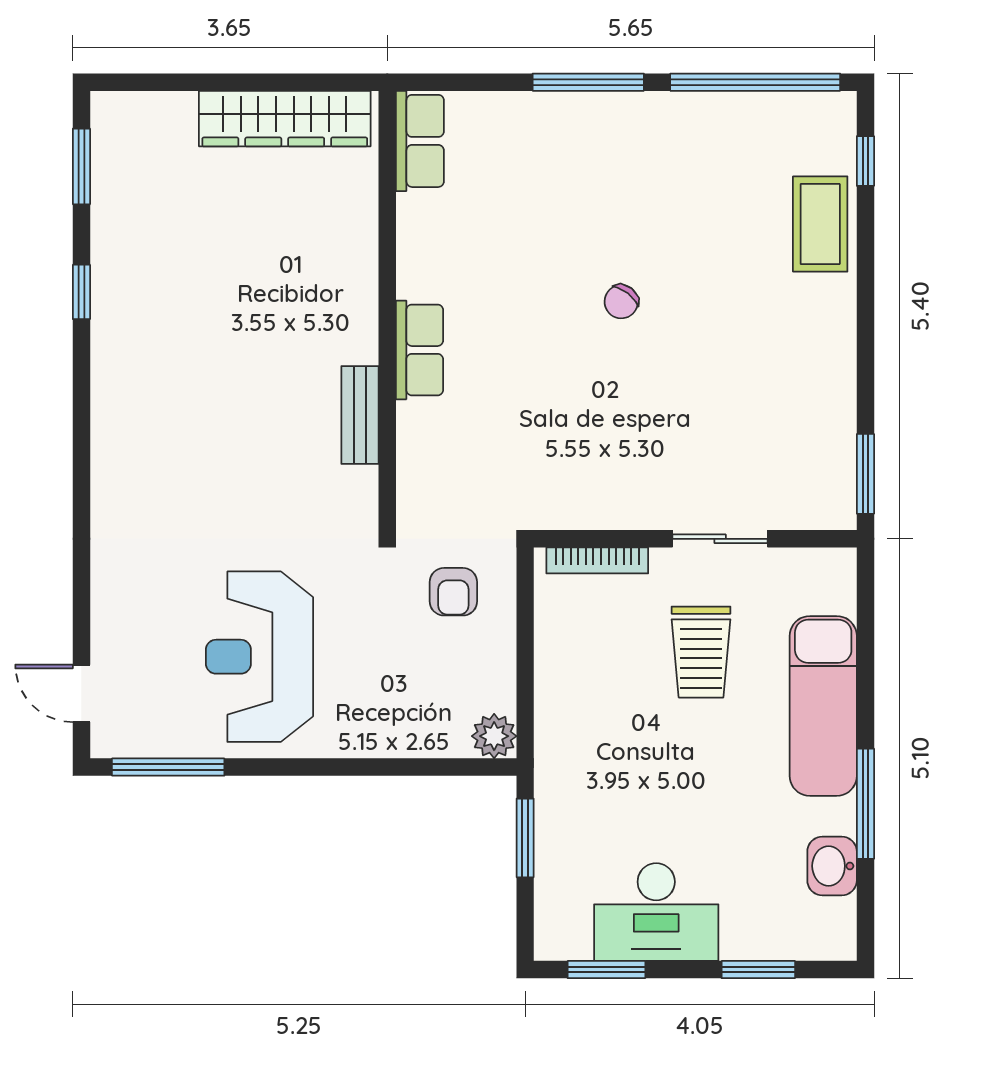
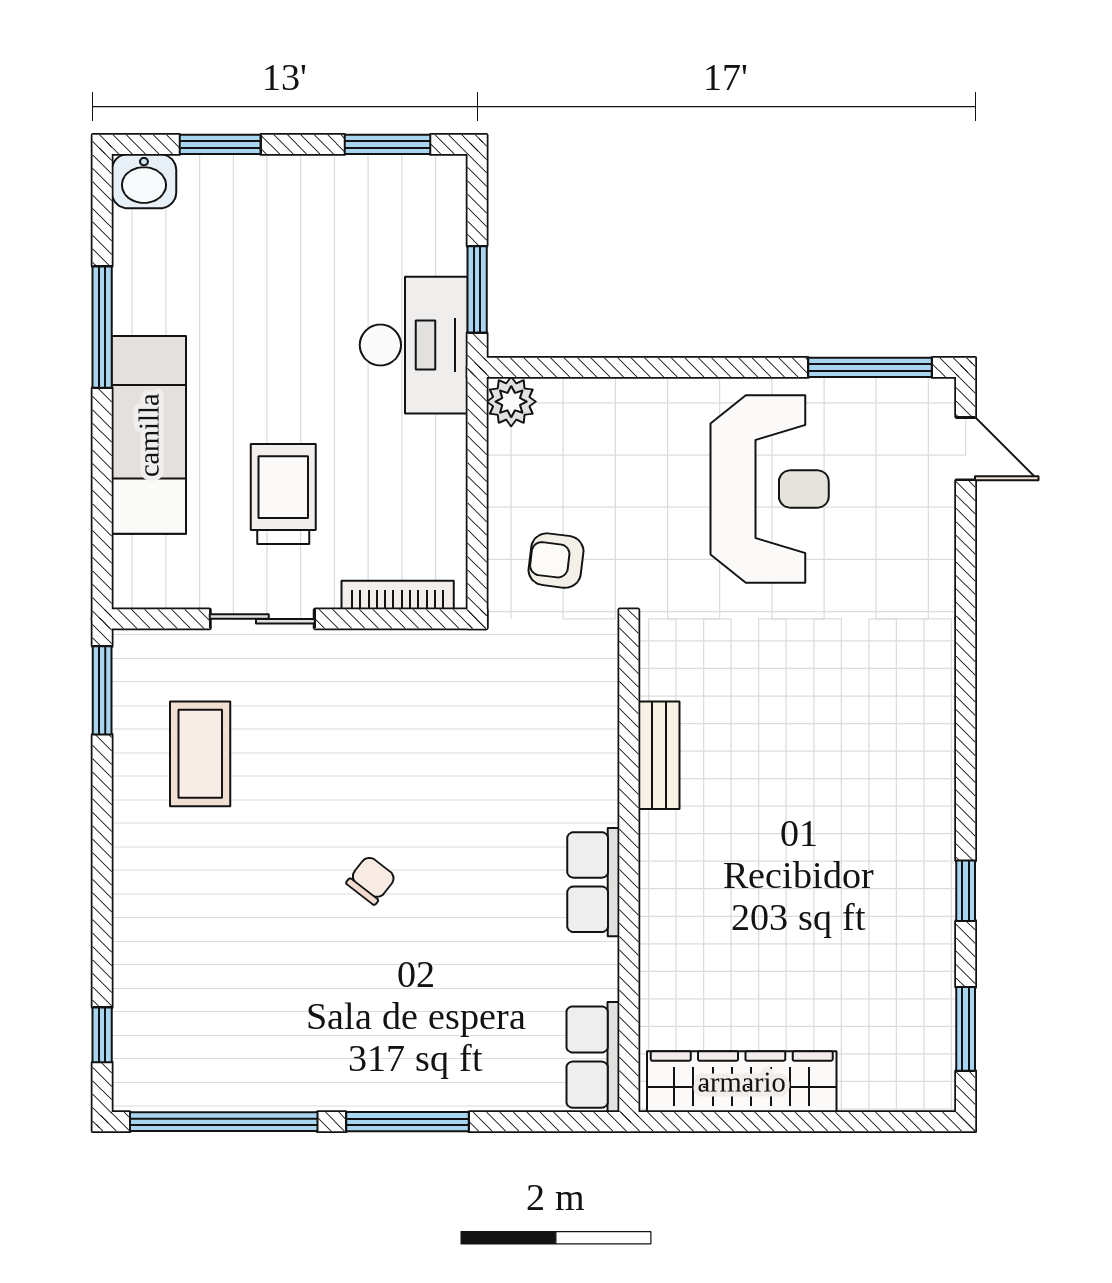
coffee table: (820, 224) -> (200, 754), moved
row of seats: (419, 350) -> (593, 882), moved
armchair: (453, 592) -> (556, 561), turned -83
washbasin: (832, 866) -> (144, 181), moved, turned 90
desk: (656, 912) -> (414, 345), moved, turned 90

